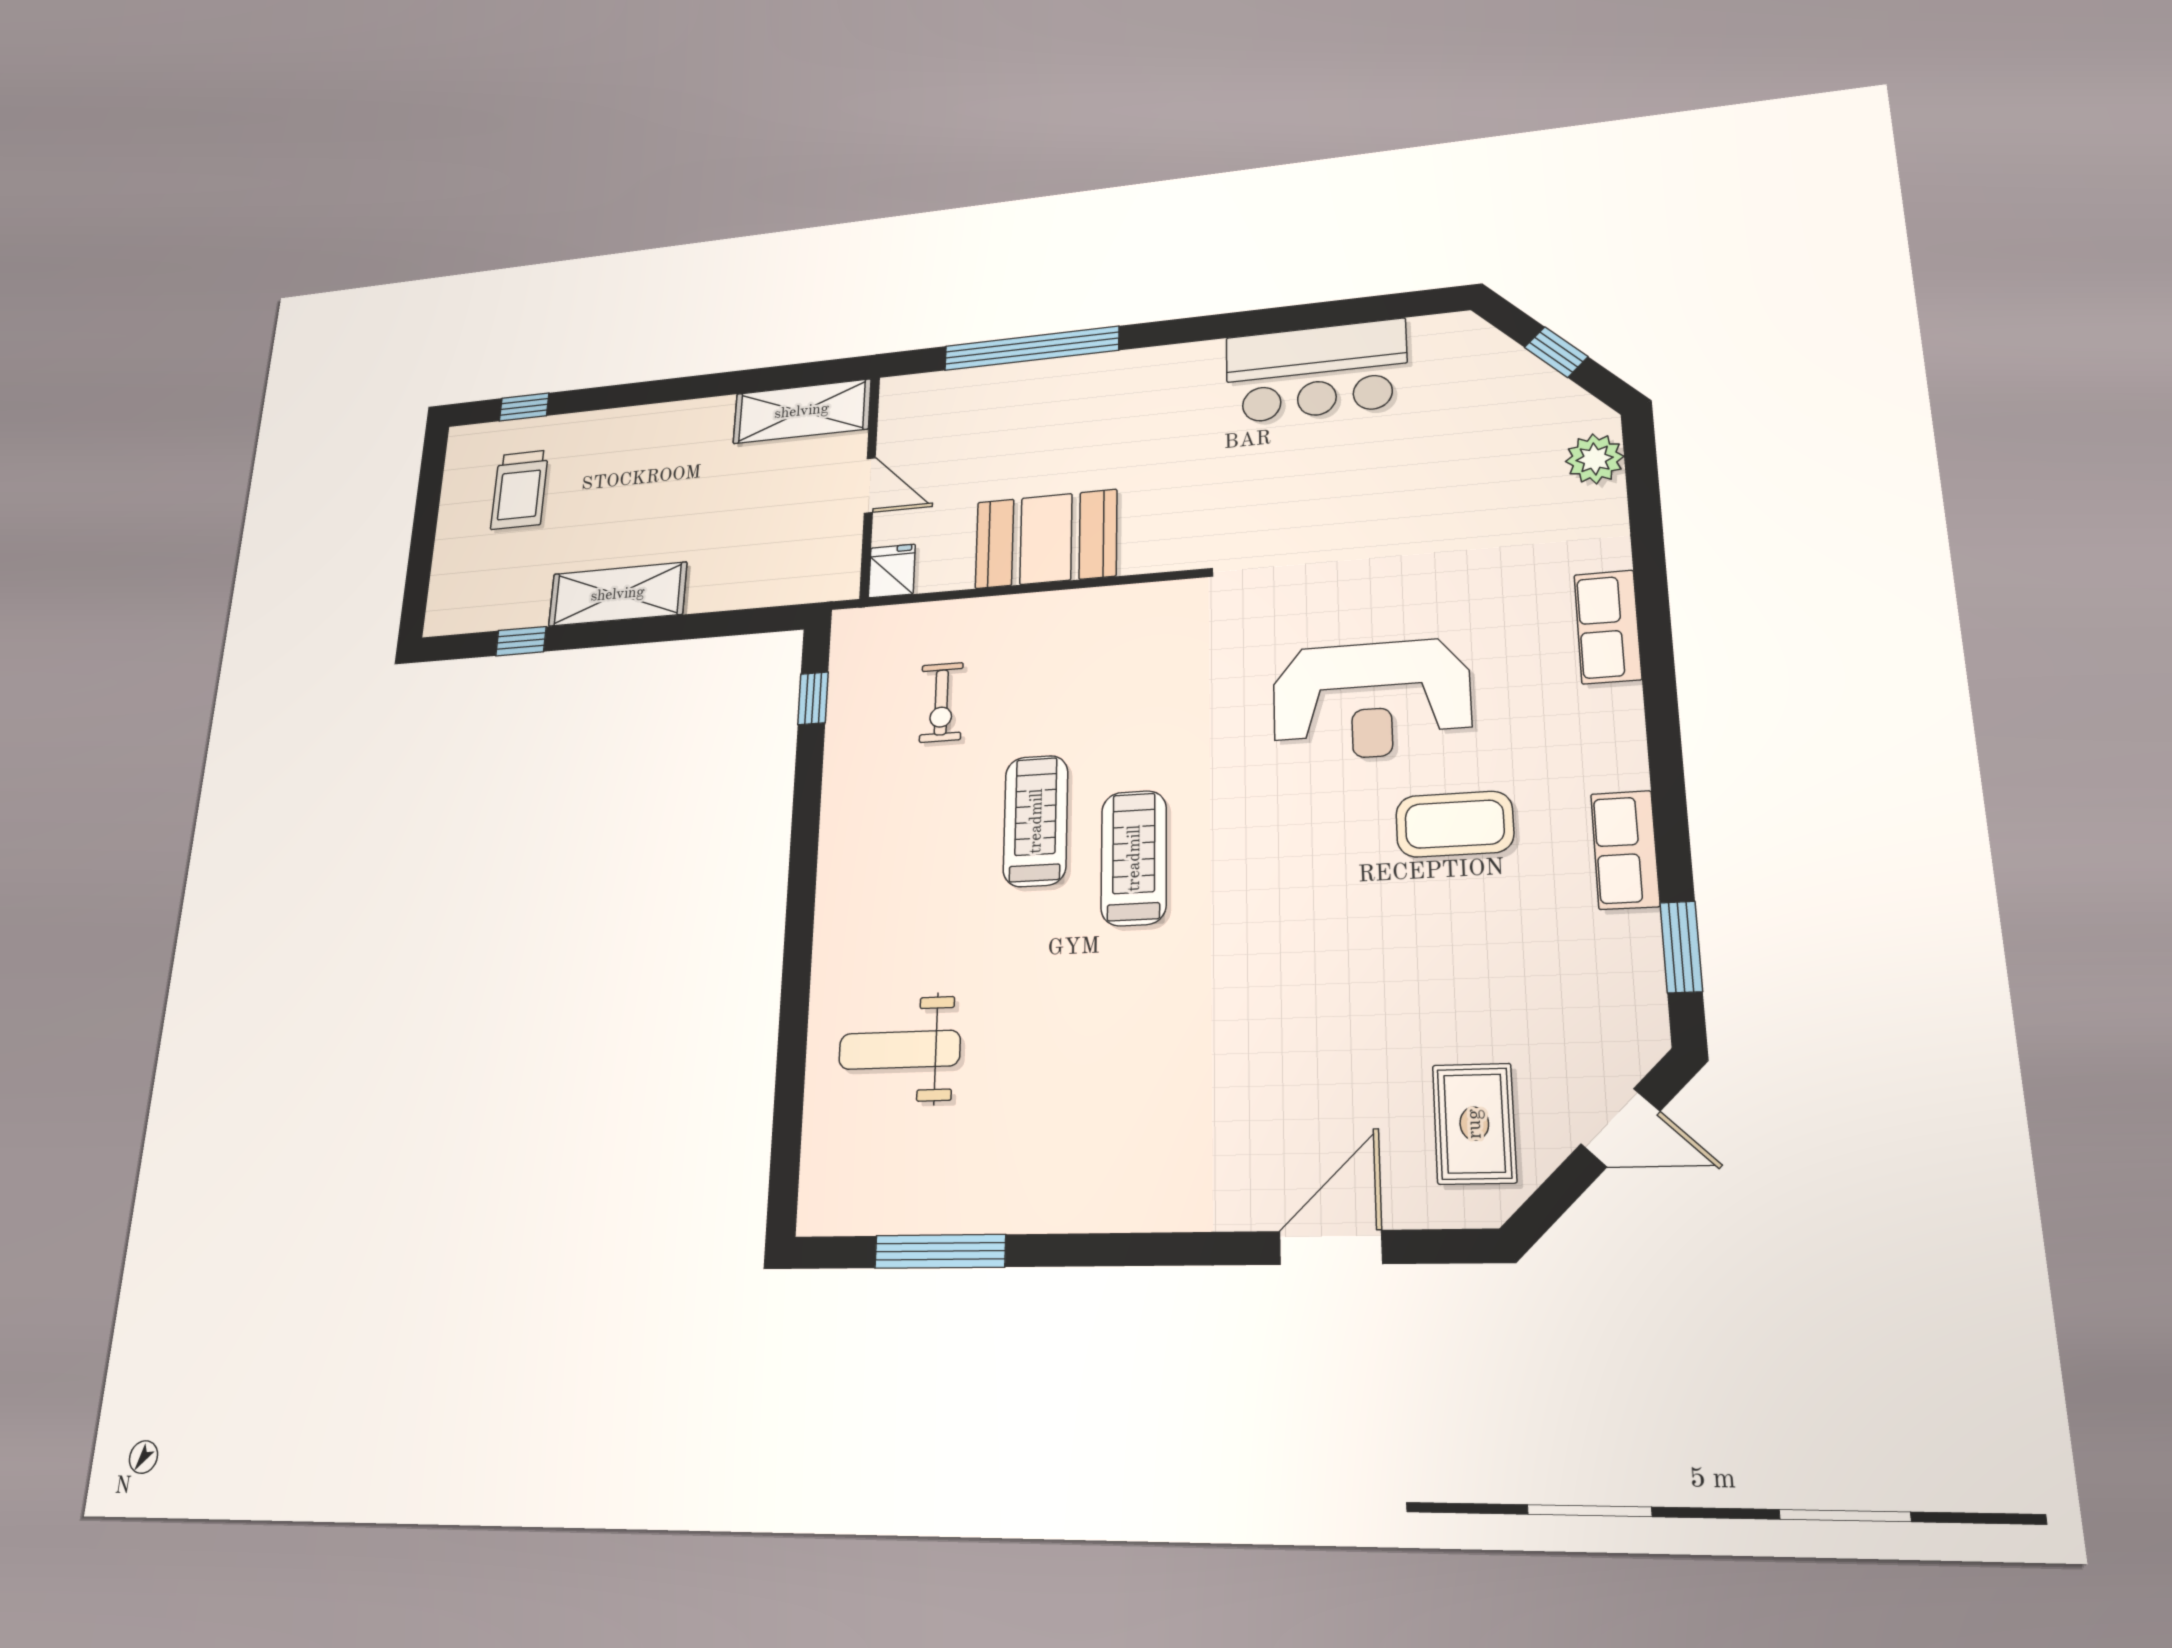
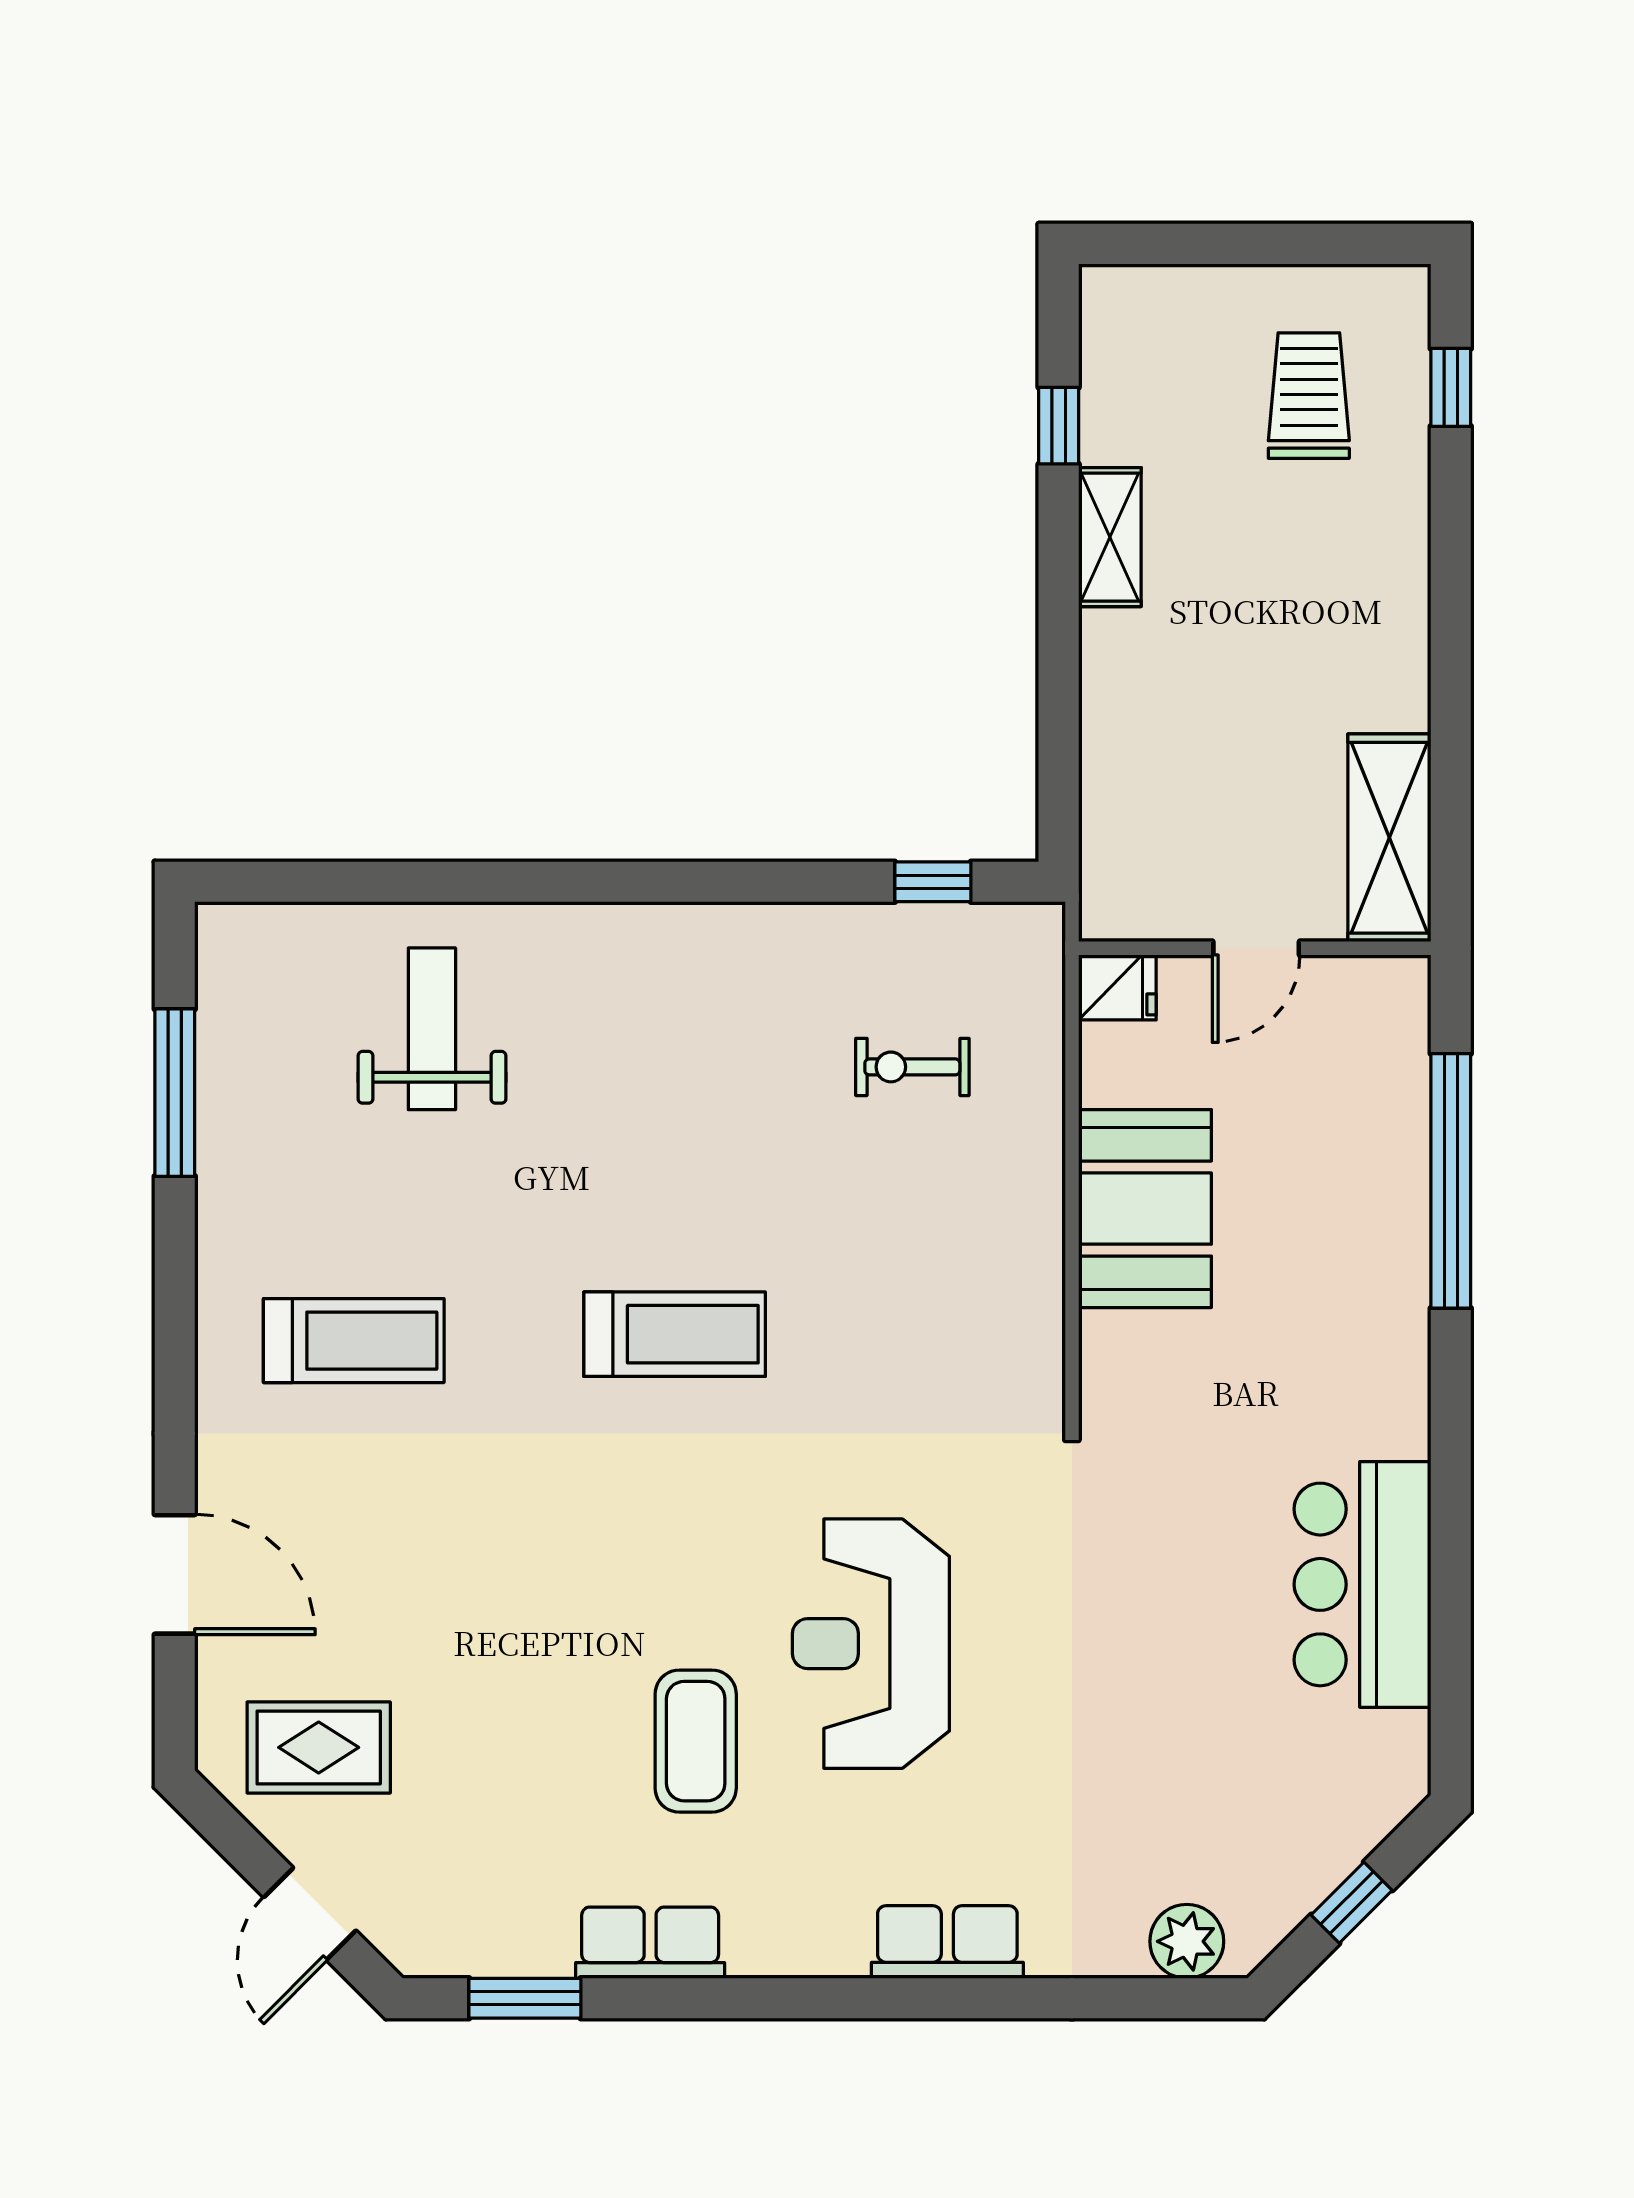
trolley: (520, 490) -> (1309, 396), turned 90
shelving: (618, 594) -> (1110, 537), width x0.67, depth x0.75
treadmill: (1036, 821) -> (354, 1341), moved

